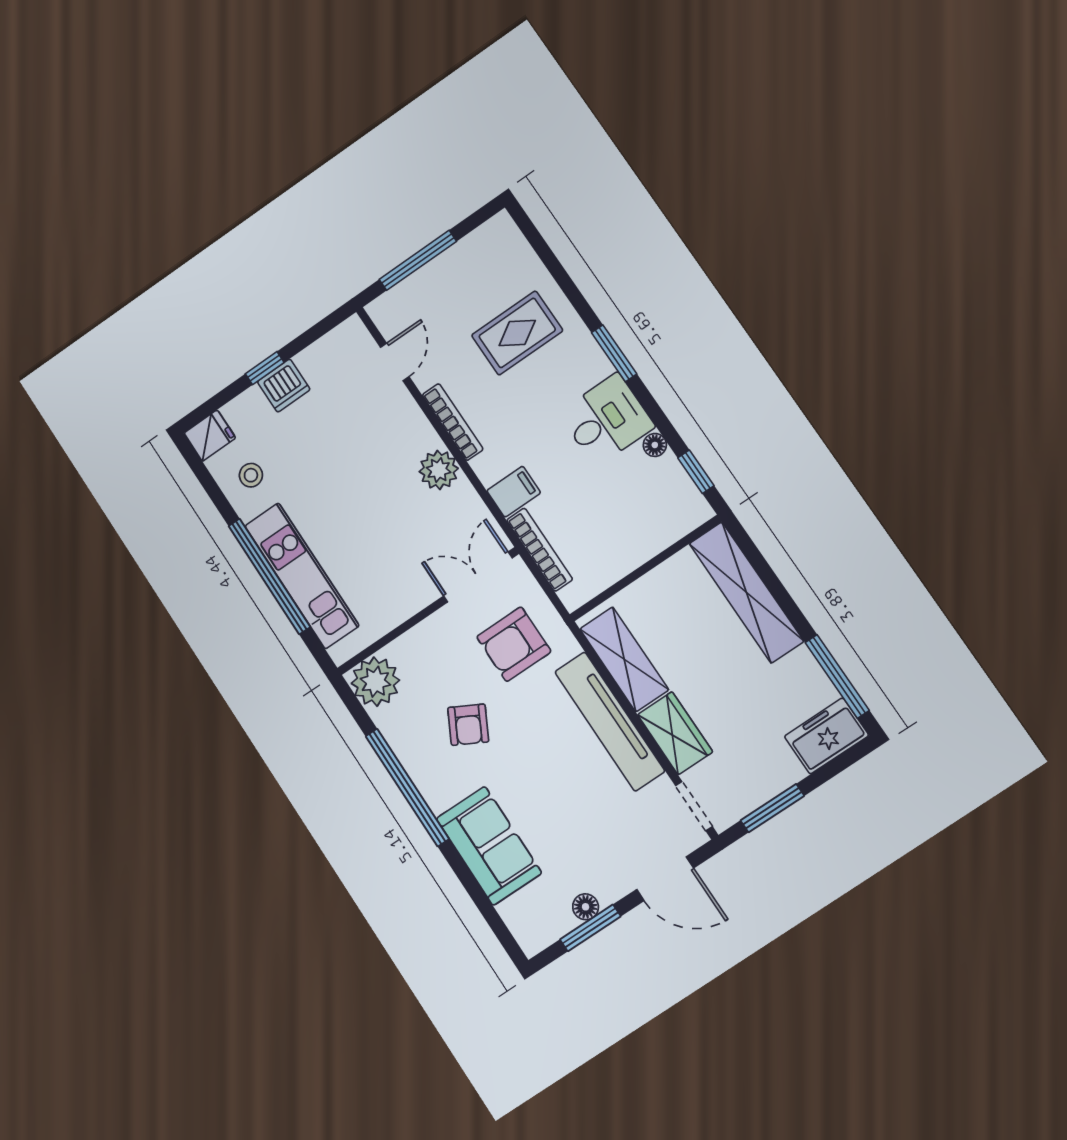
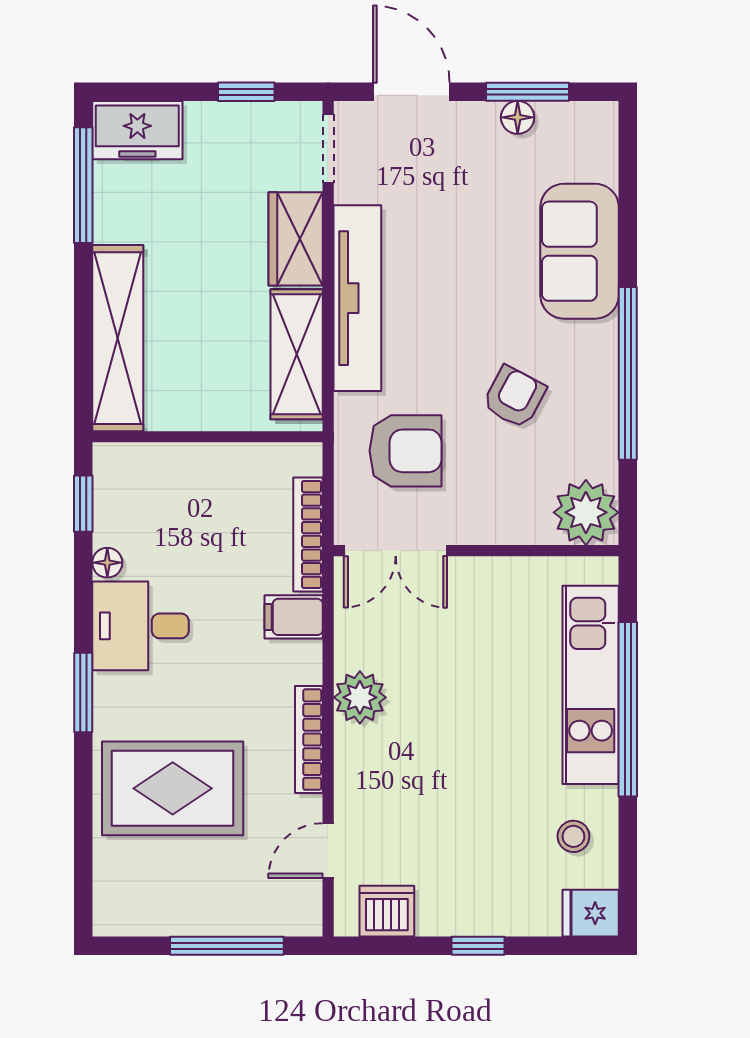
rug: (517, 333) -> (173, 788), width x1.36, depth x1.43
dishwasher: (284, 386) -> (387, 911), moved
window: (772, 808) -> (246, 92), width x0.67

